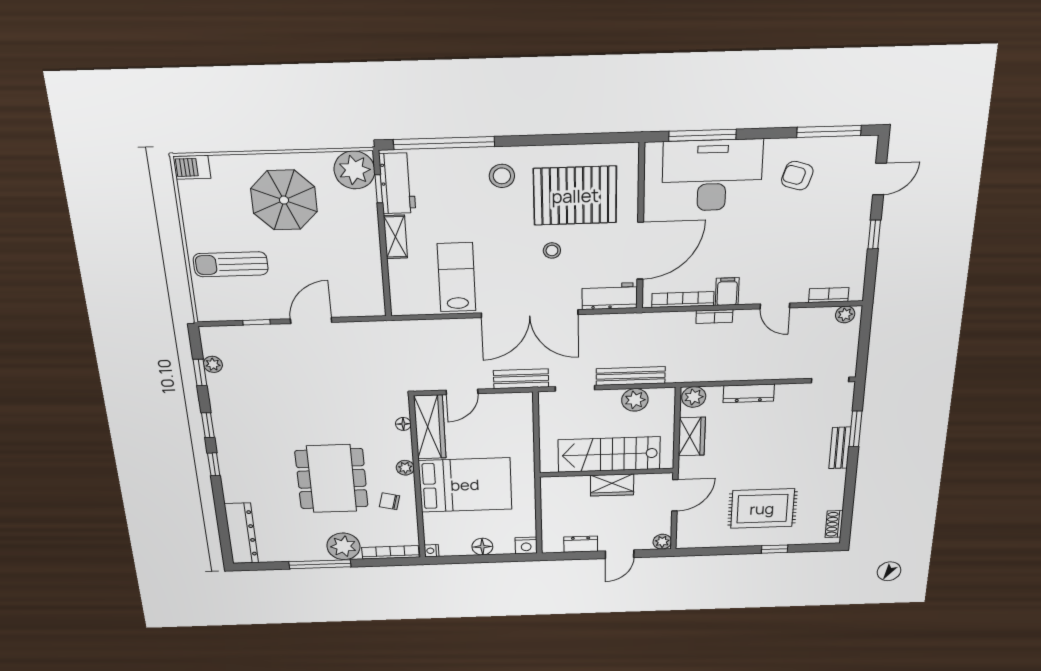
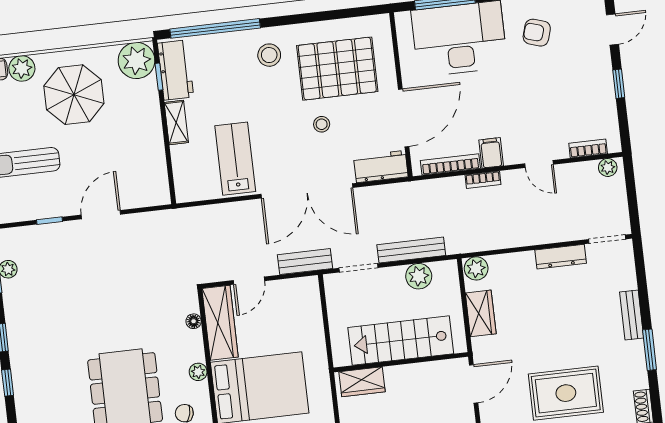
plant: (226, 168) -> (22, 68), added
dresser: (749, 393) -> (561, 257), moved
window: (855, 429) -> (650, 350), moved
wardrobe: (612, 485) -> (362, 382), moved

